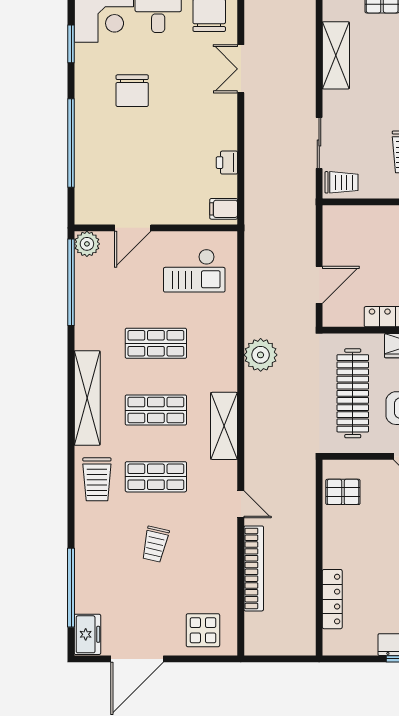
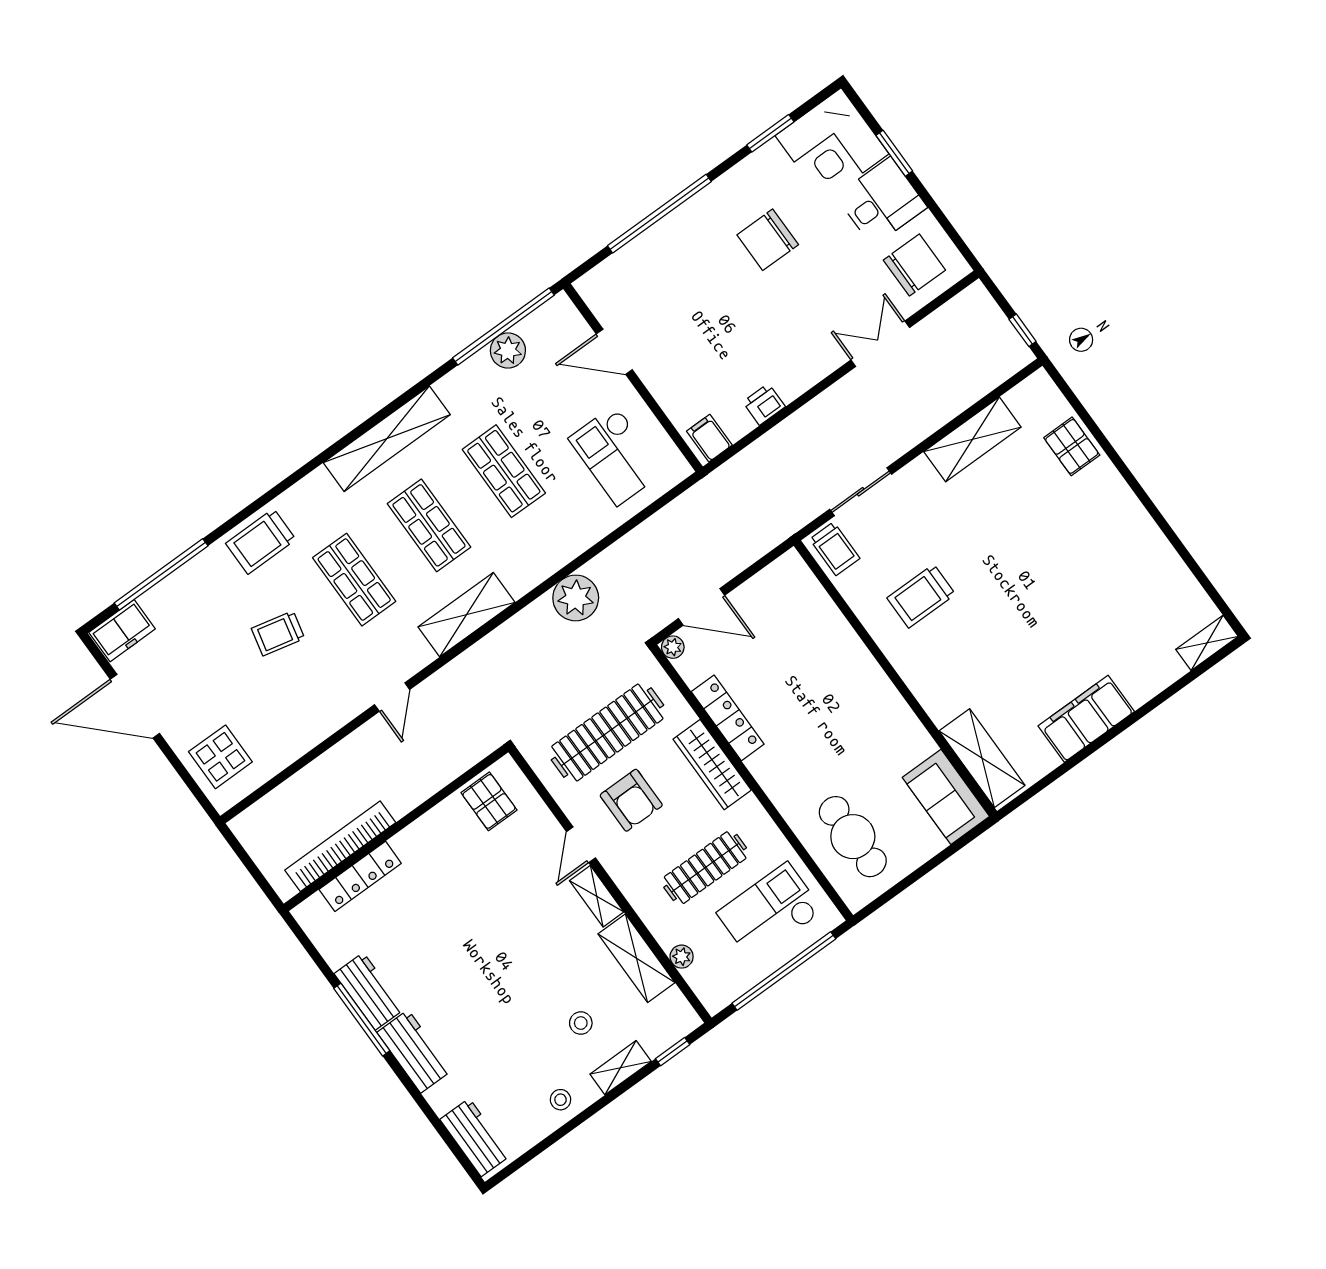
plant: (87, 244) -> (508, 351), moved
plant: (330, 319) -> (673, 647), added
trolley: (97, 479) -> (261, 541), moved
bookcase: (254, 568) -> (340, 846), moved, turned 180

